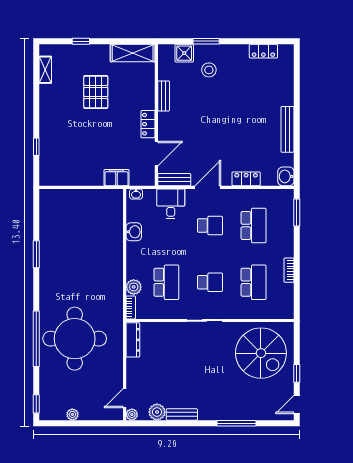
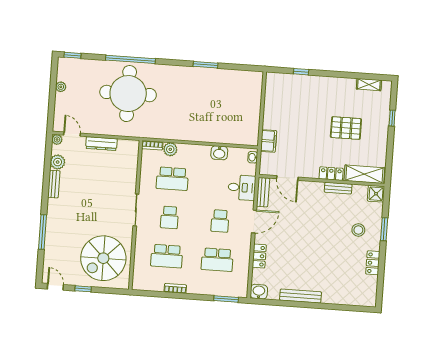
locker: (263, 51) -> (373, 263), moved
shelving: (133, 53) -> (364, 174), moved, turned 90
shower: (184, 53) -> (376, 194), moved
locker: (148, 124) -> (331, 174), moved
door: (208, 187) -> (254, 221), hinge flipped
dresser: (133, 340) -> (101, 144), moved

